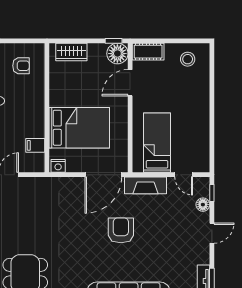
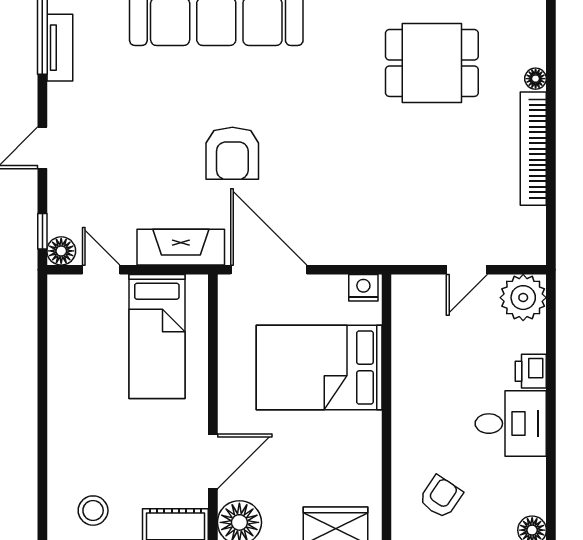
armchair: (21, 66) -> (441, 497), turned 124
filing cabinet: (35, 145) -> (411, 331), removed
door: (103, 175) -> (269, 270), hinge flipped
floor lamp: (203, 205) -> (61, 251), moved

